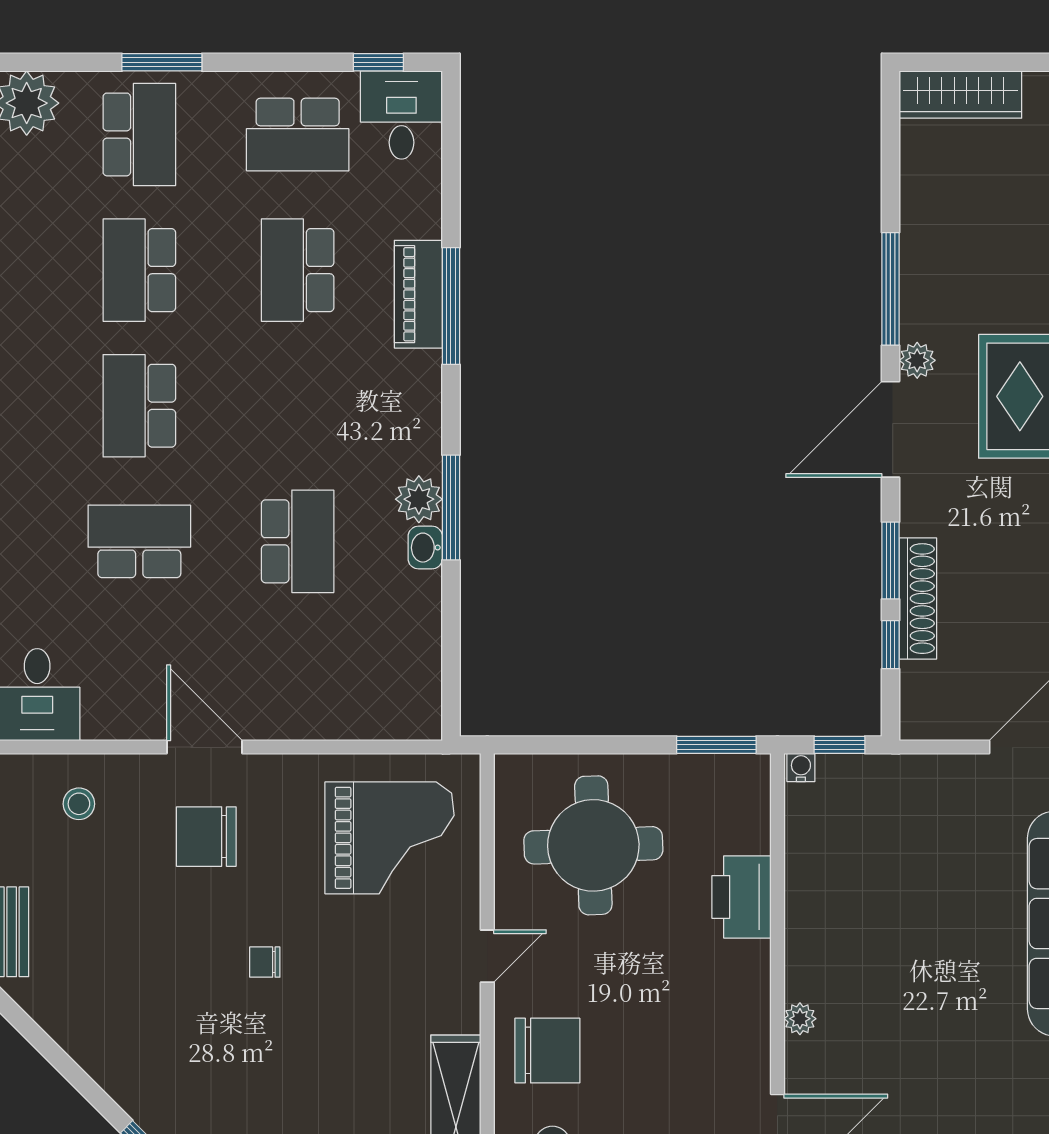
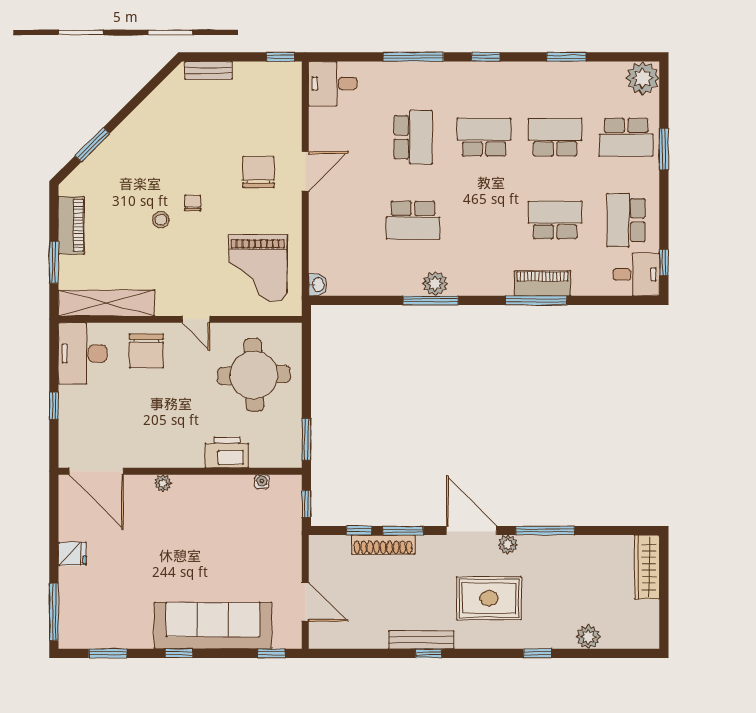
washbasin: (425, 548) -> (318, 285), moved, turned 90
water cooler: (801, 767) -> (262, 482), moved, turned -90
stool: (79, 804) -> (161, 220), moved

